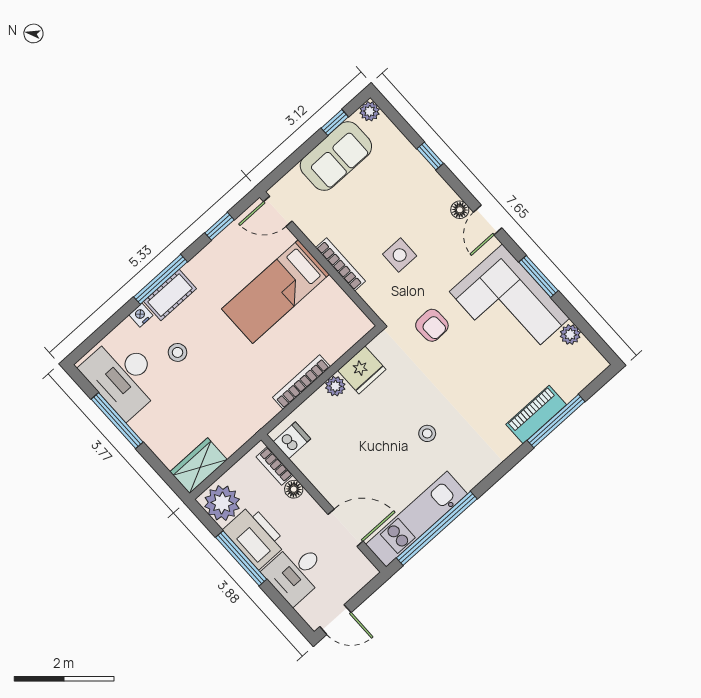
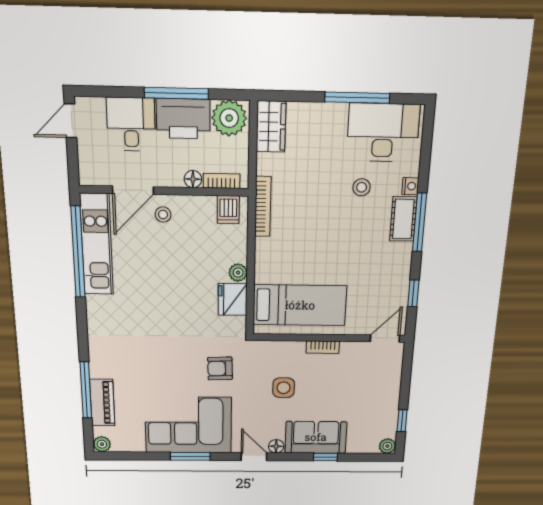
sofa: (336, 156) -> (316, 437), moved, turned 90
bookcase: (341, 264) -> (323, 347), width x0.64
bed: (275, 292) -> (300, 305), moved, turned 90
plant: (570, 334) -> (102, 444), moved
bookcase: (301, 382) -> (263, 207), moved
piano: (536, 415) -> (102, 403), moved
stool: (427, 433) -> (163, 215), moved

